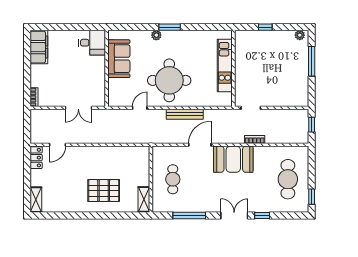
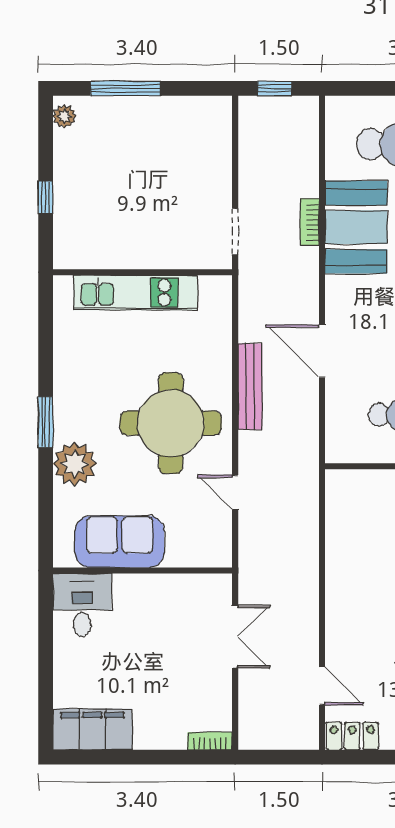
plant: (156, 35) -> (75, 464), width x1.88, depth x1.88
booth: (233, 159) -> (356, 227), moved

